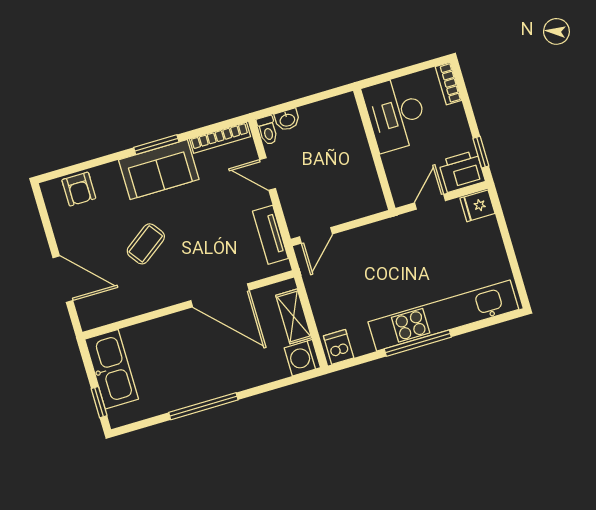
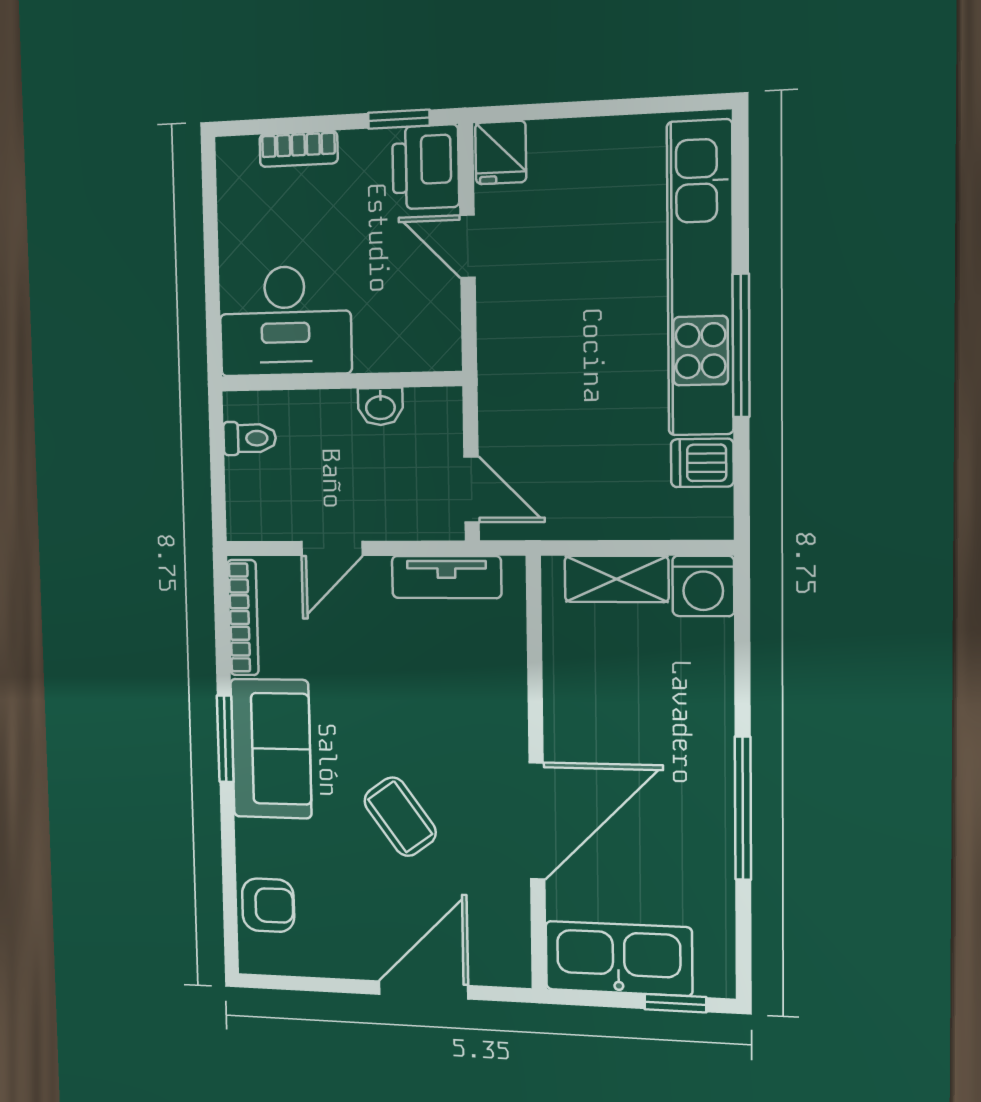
bookcase: (448, 84) -> (298, 149), moved
desk: (396, 114) -> (285, 321), moved
washbasin: (287, 120) -> (380, 407), moved, turned 90
toilet: (268, 130) -> (250, 438), moved
wall: (374, 149) -> (340, 381), moved
door: (220, 295) -> (537, 821), moved
dishwasher: (339, 347) -> (702, 463), moved

